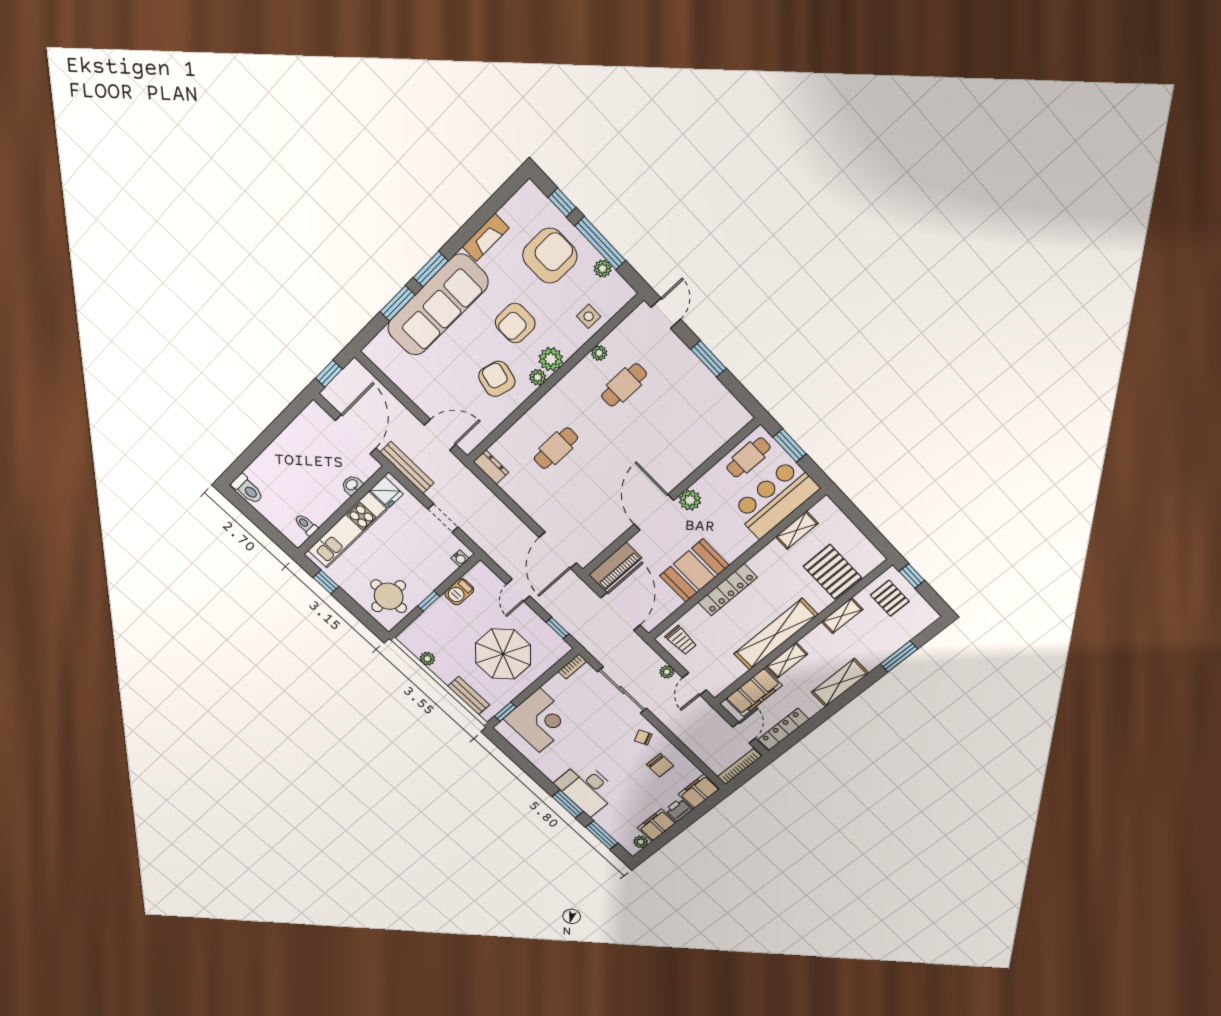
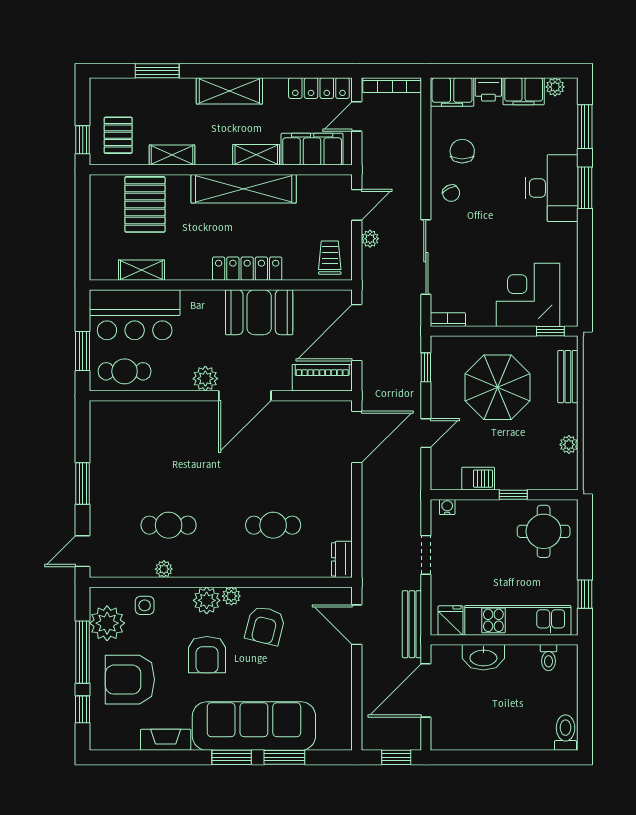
plant: (603, 269) -> (107, 623), width x1.88, depth x1.88
armchair: (515, 323) -> (207, 655), turned 90
washbasin: (352, 485) -> (483, 657), width x1.91, depth x1.45

